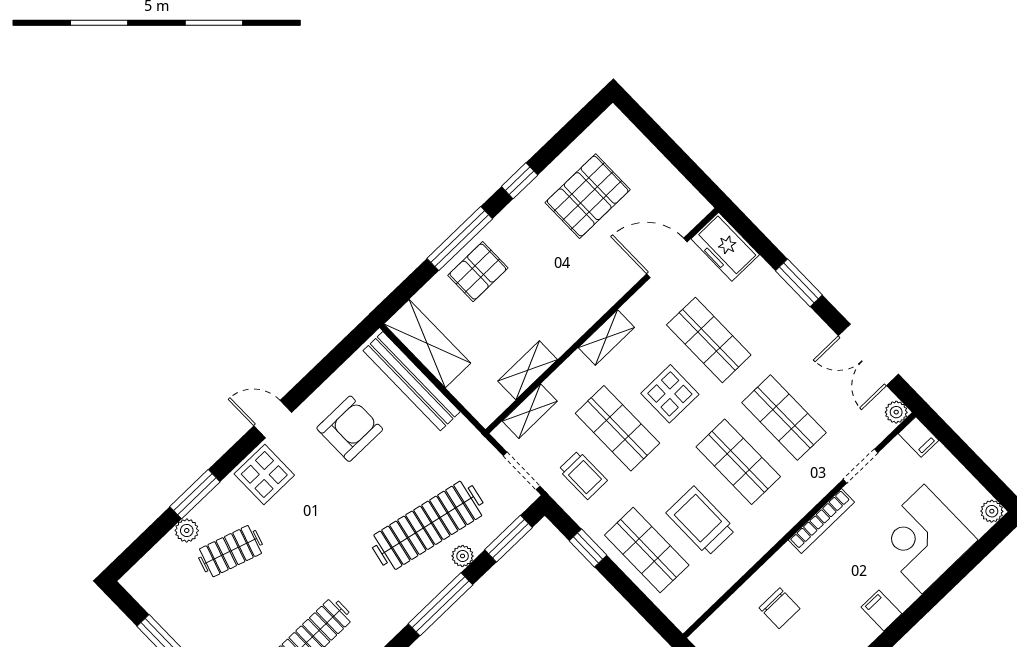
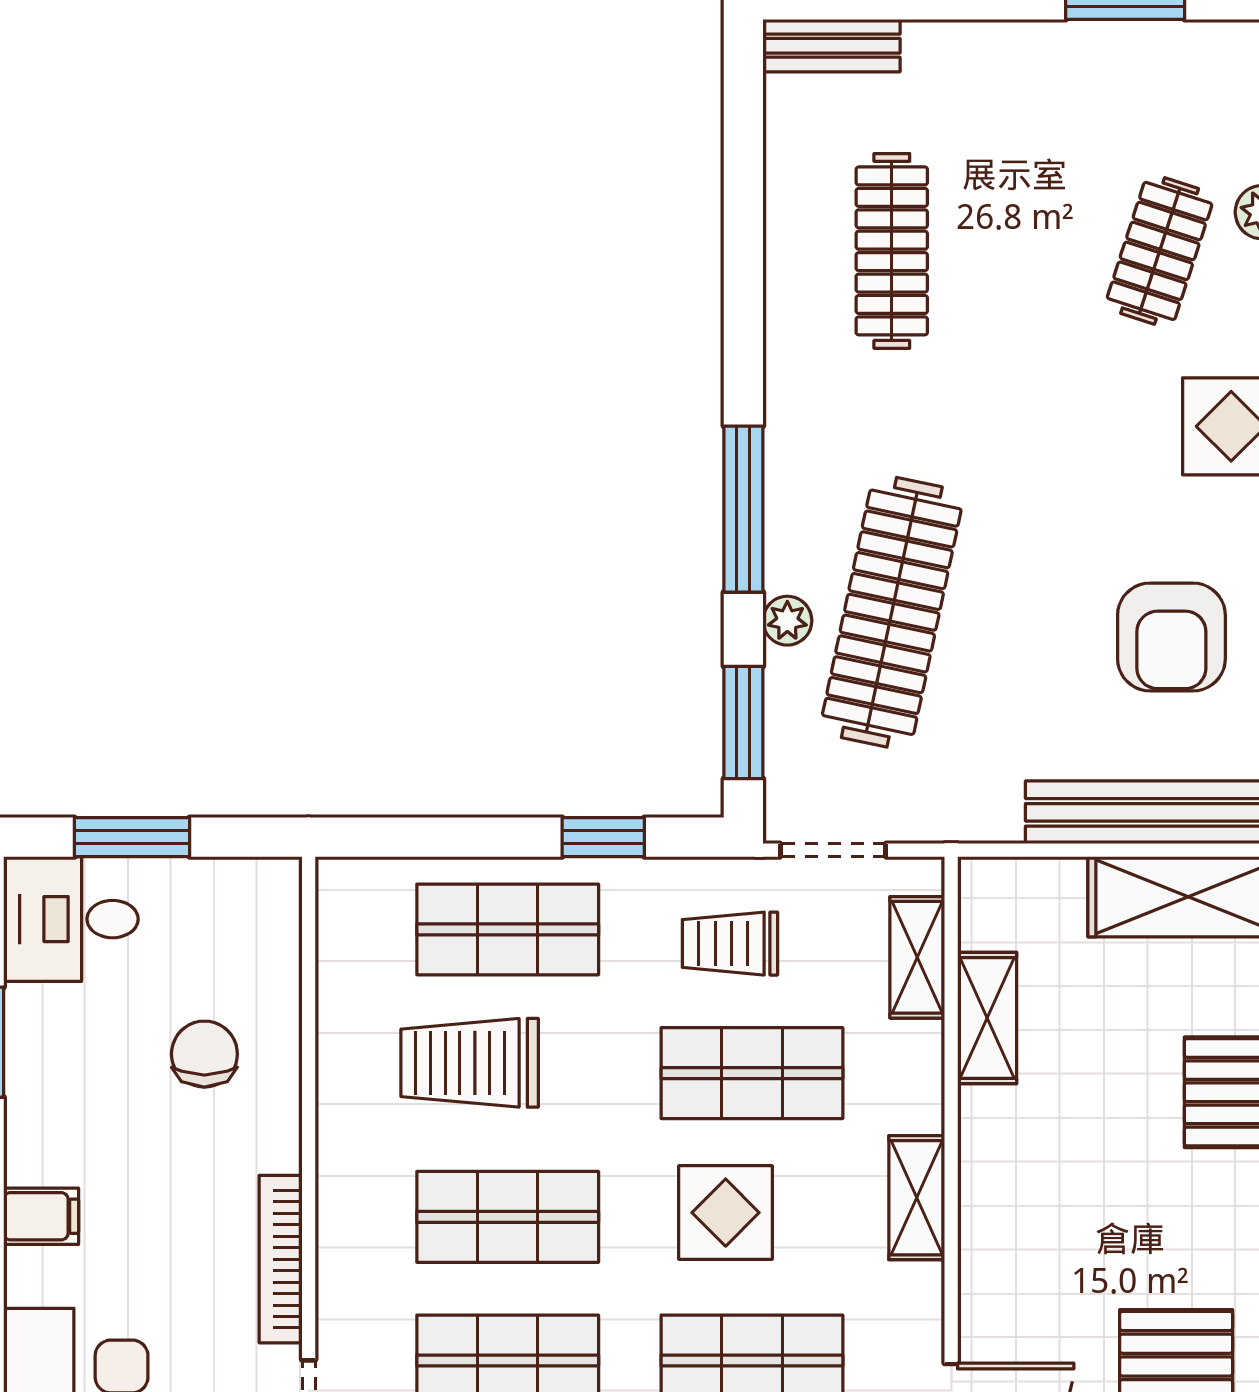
trolley: (701, 521) -> (470, 1063), turned 180
chair: (780, 608) -> (204, 1054), turned 90

